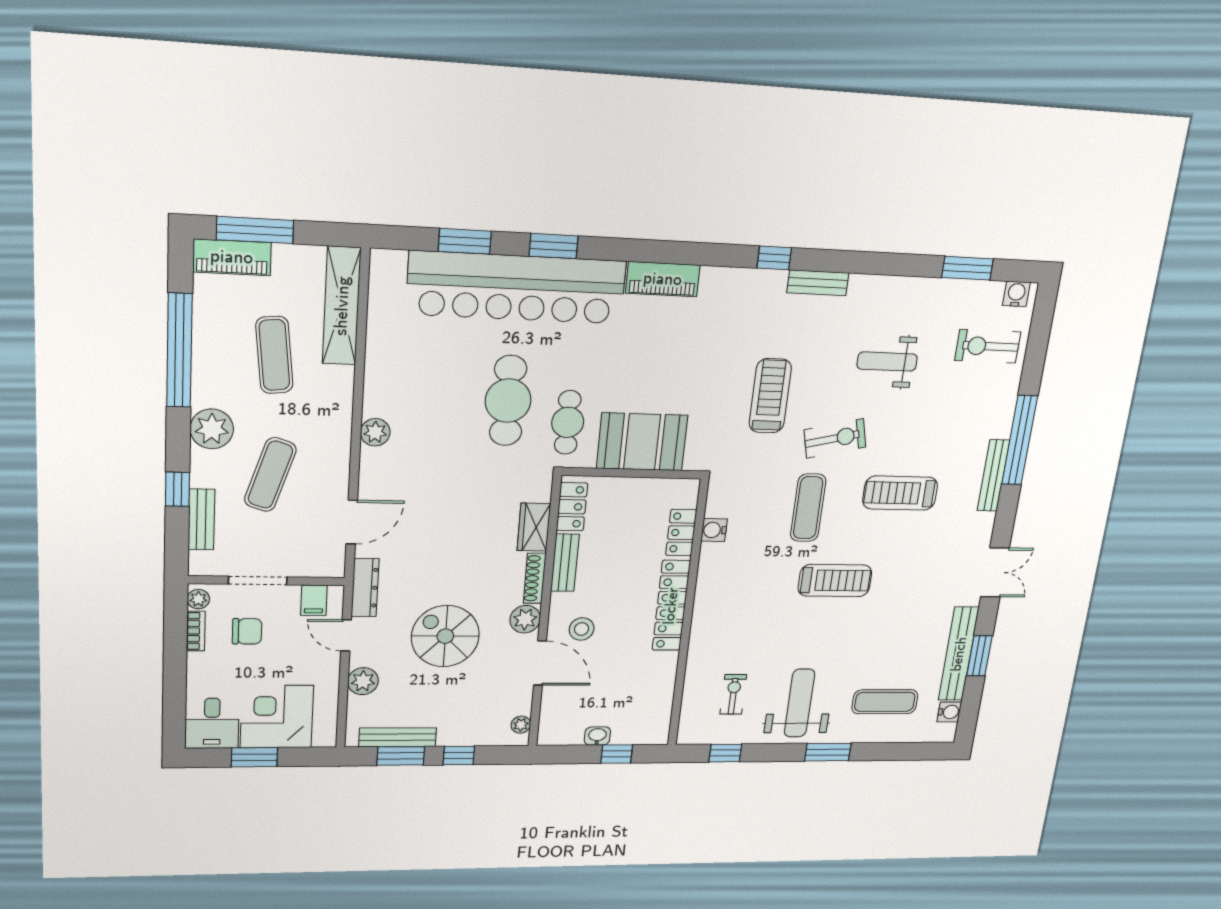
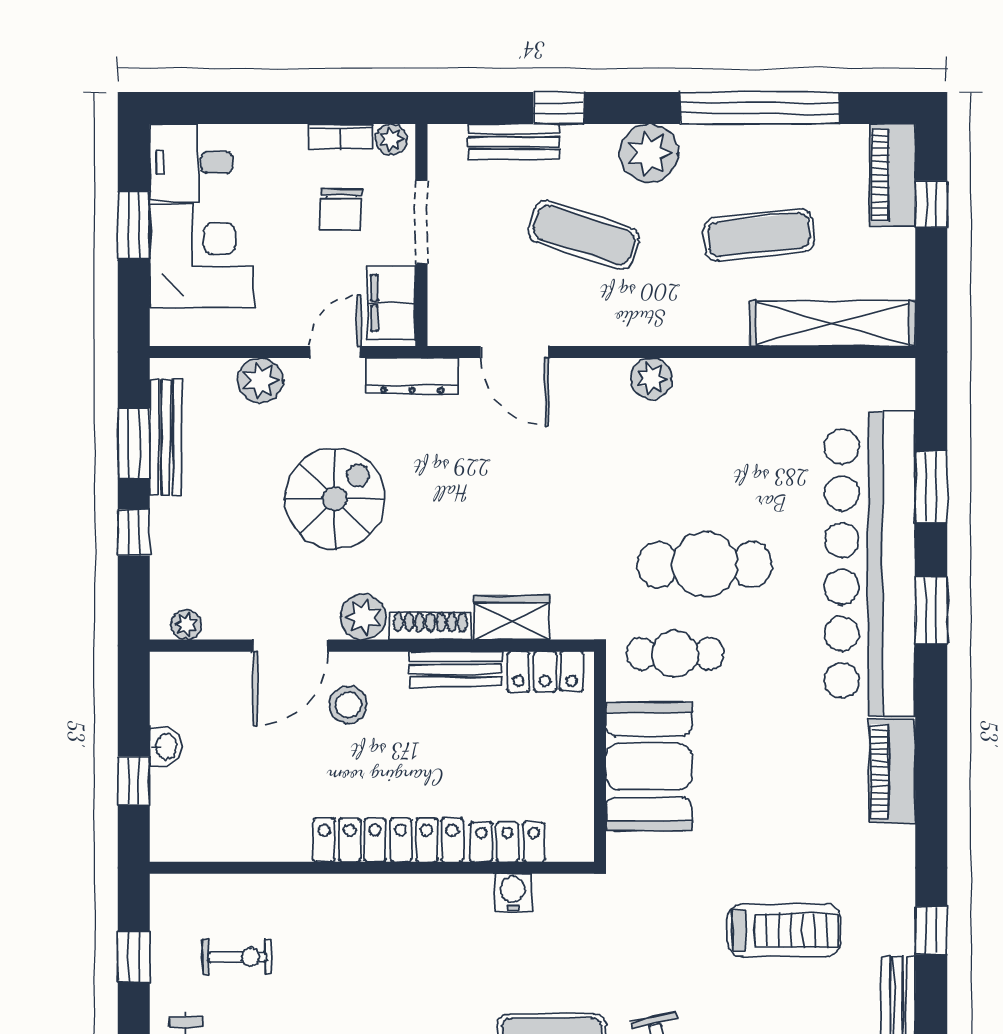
window: (255, 230) -> (931, 204), width x0.46
treadmill: (770, 396) -> (784, 930), moved
filing cabinet: (314, 600) -> (391, 303), width x2.00

